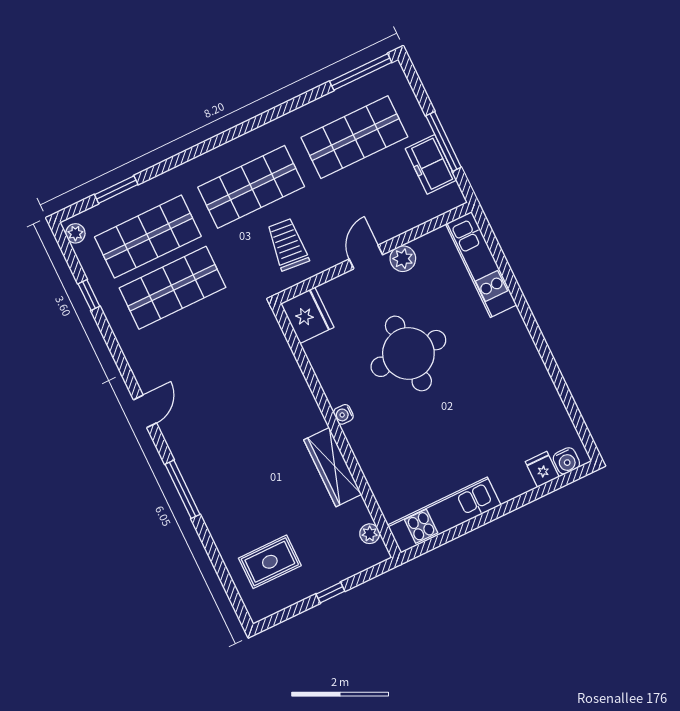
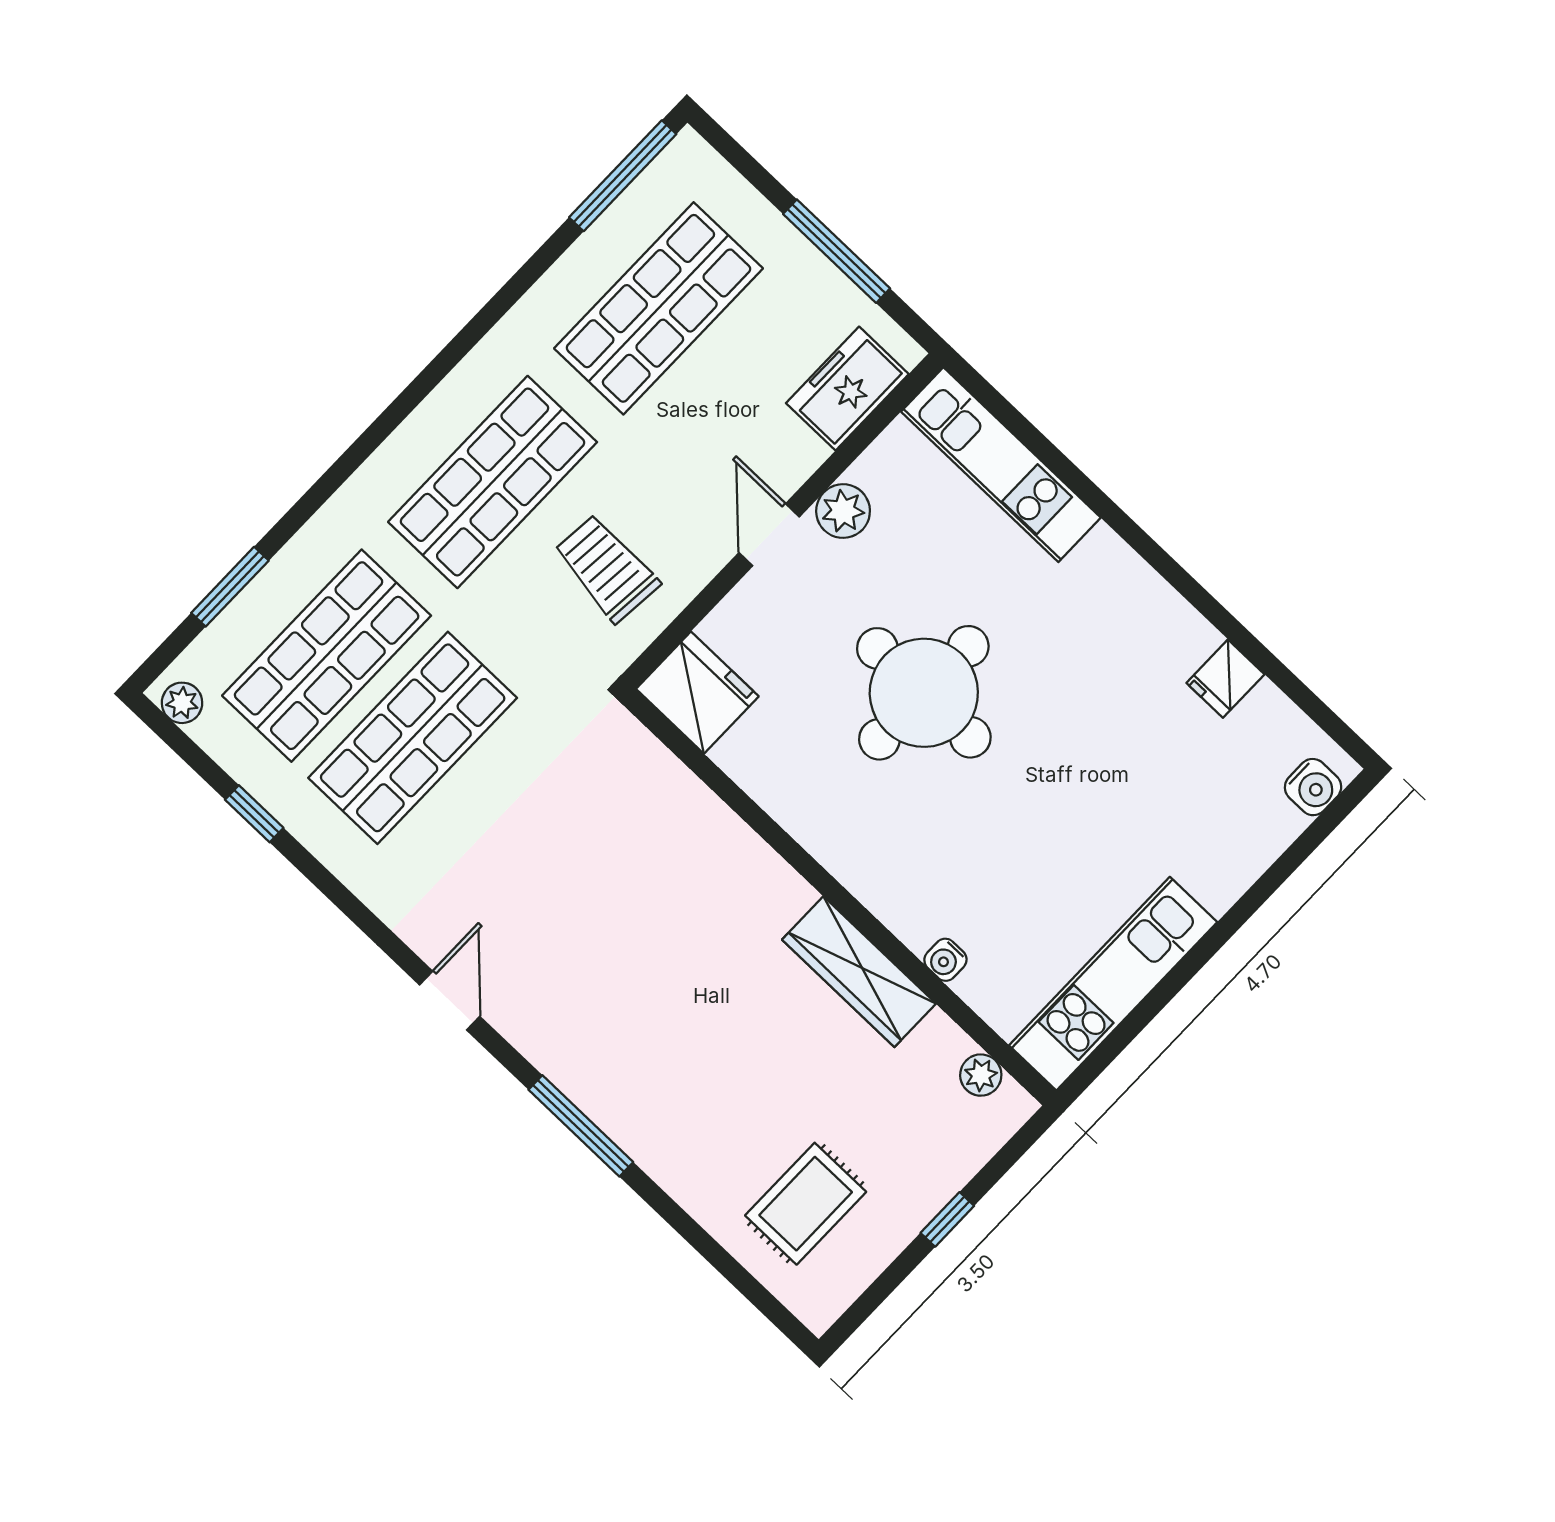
freezer: (431, 164) -> (847, 389), moved, turned 90
water cooler: (343, 414) -> (945, 960), moved
fridge: (542, 469) -> (1225, 679), moved, turned -90

